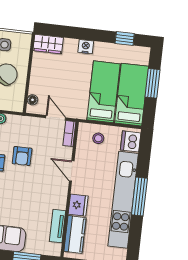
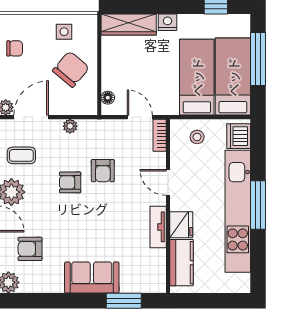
wardrobe: (48, 44) -> (129, 24), width x1.50
window: (153, 83) -> (258, 59), width x1.44
tv unit: (58, 226) -> (158, 227), moved

